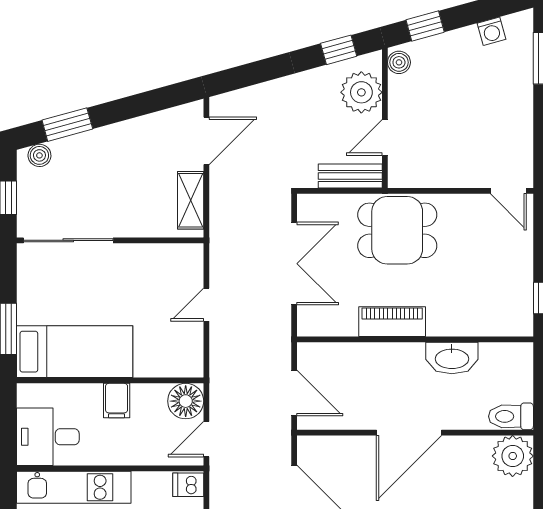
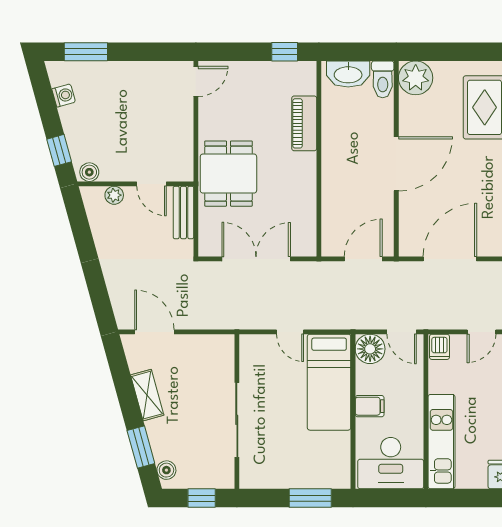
window: (339, 50) -> (79, 222), removed
plant: (361, 92) -> (114, 195), width x0.53, depth x0.53
shelving: (191, 200) -> (147, 395), moved, turned 75
sliding door: (68, 240) -> (237, 420), moved
piano: (392, 322) -> (304, 123), moved
bed: (75, 352) -> (329, 382), moved, turned 180
washbasin: (452, 358) -> (348, 74), moved, turned 90
door: (409, 433) -> (396, 164), hinge flipped
desk: (48, 437) -> (391, 463), width x1.37

